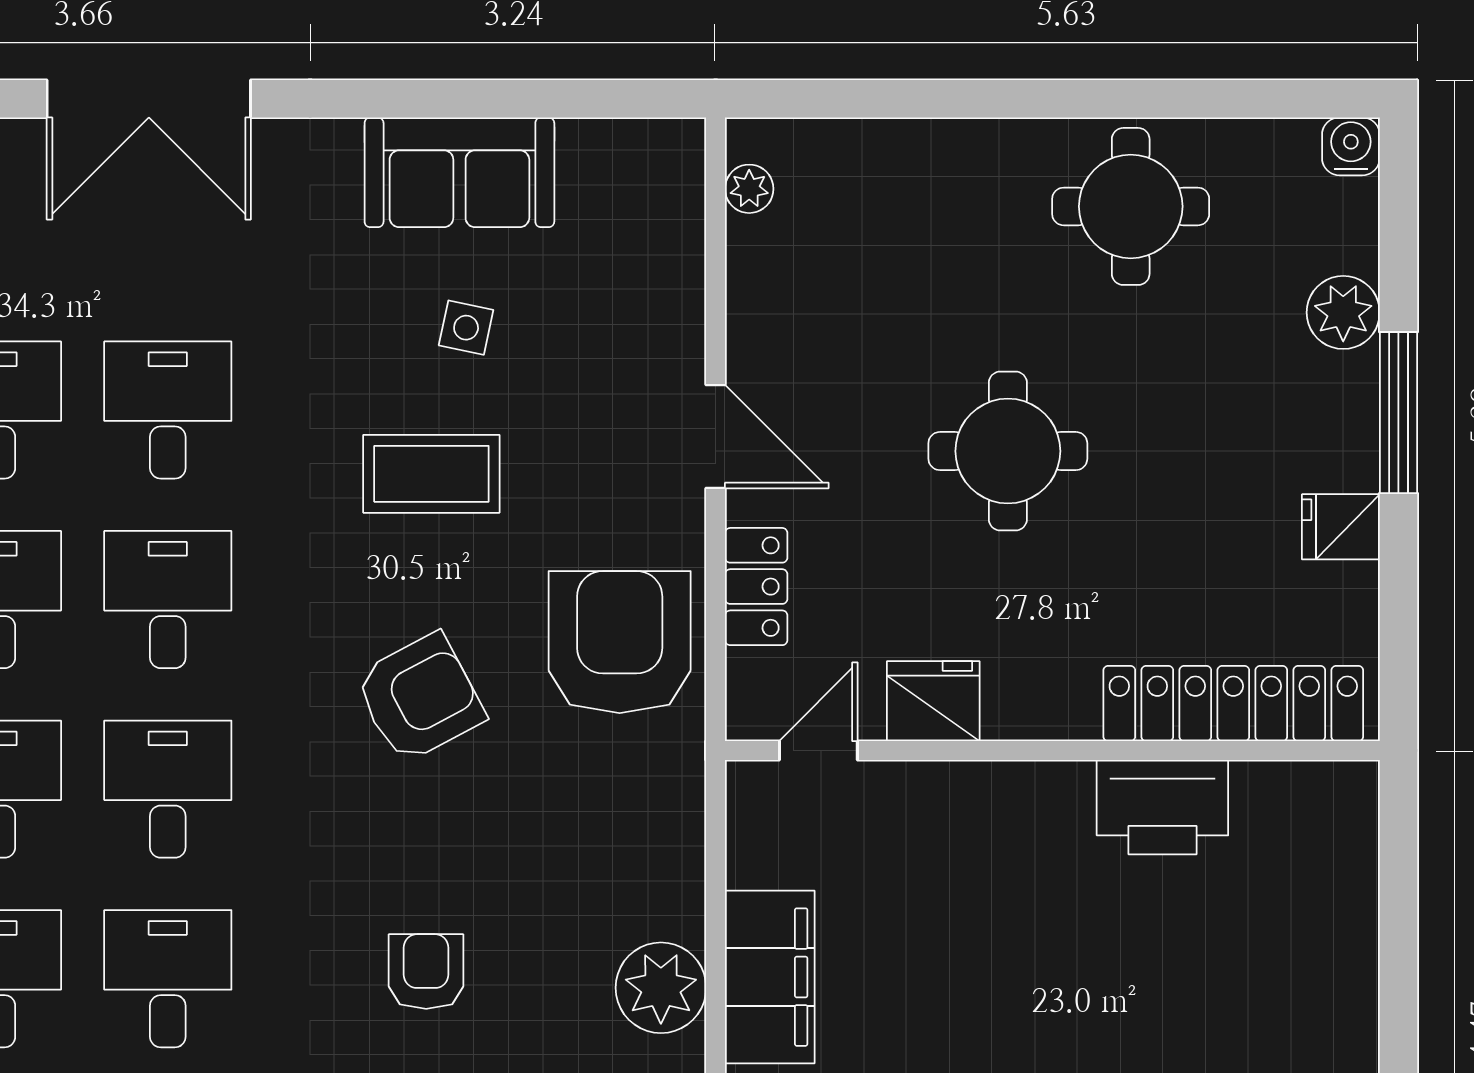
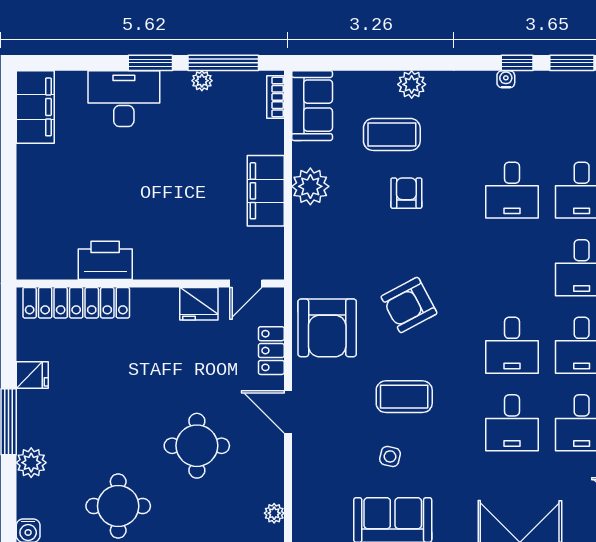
round table: (1008, 451) -> (197, 446), moved
desk: (168, 789) -> (512, 268), removed
armchair: (426, 972) -> (406, 193), turned 180

